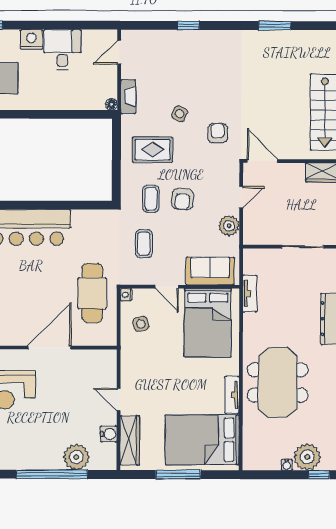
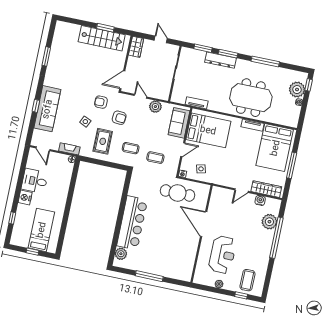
sofa: (188, 46) -> (47, 109), added
armchair: (183, 199) -> (119, 118), moved

